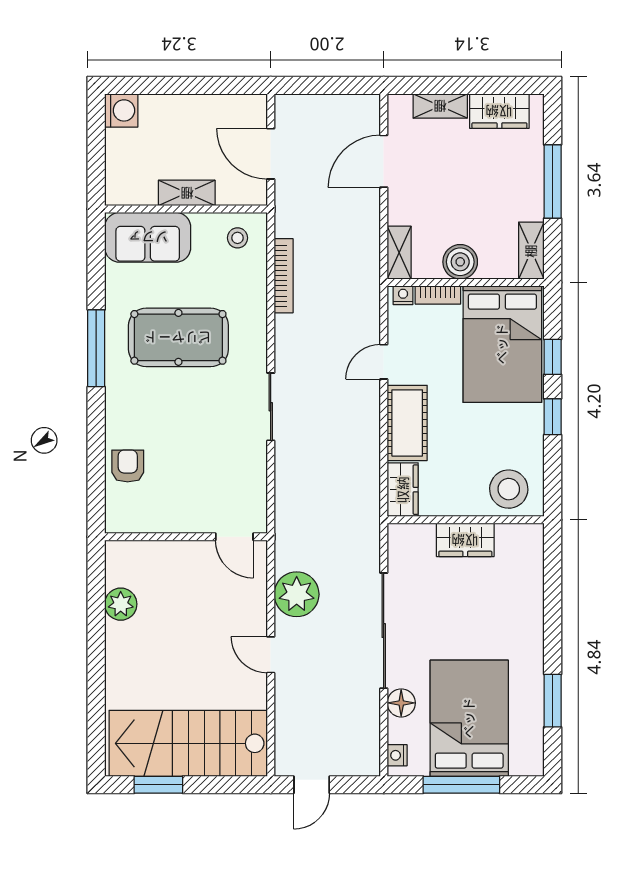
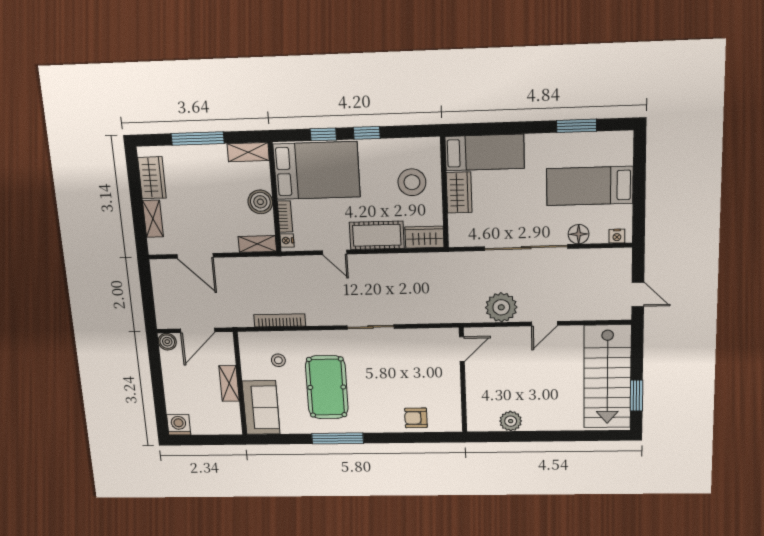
boiler: (254, 107) -> (167, 342), added
stool: (237, 238) -> (278, 360), moved
stool: (509, 489) -> (412, 182), moved
bed: (520, 576) -> (485, 152), added
bed: (469, 718) -> (590, 186), width x0.67
window: (461, 785) -> (639, 190), removed

